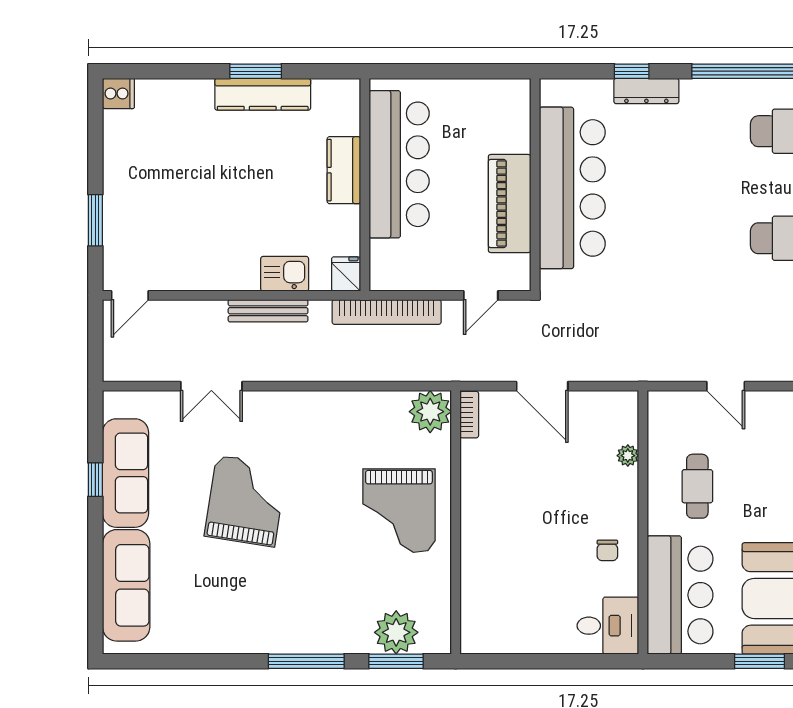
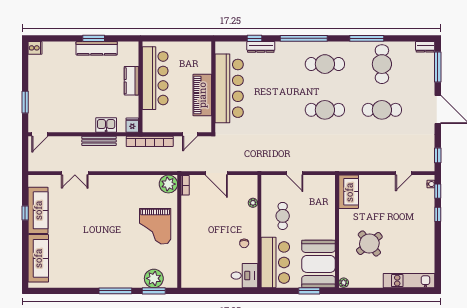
grand piano: (246, 501) -> (89, 222), removed

